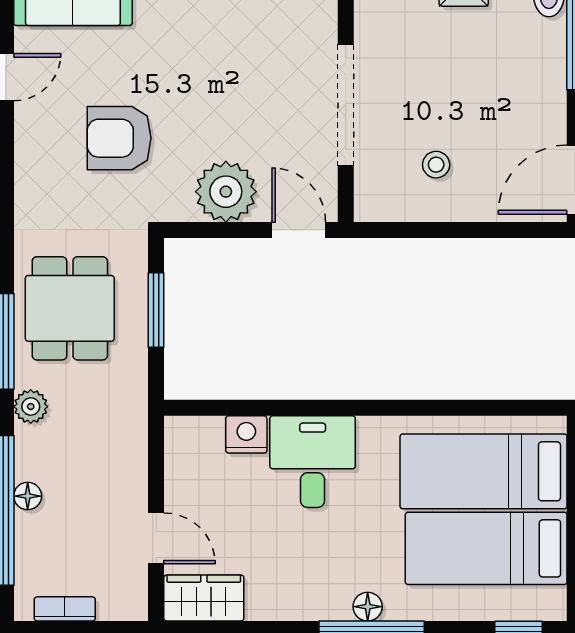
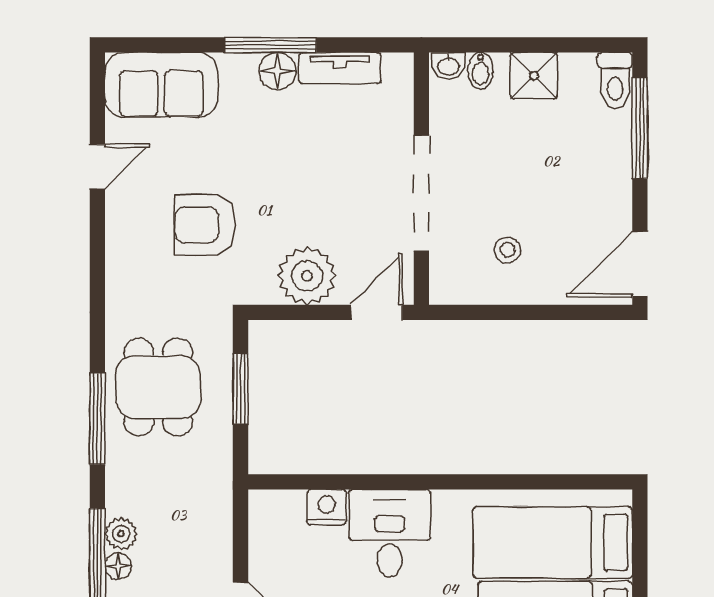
door: (299, 230) -> (377, 312), hinge flipped
plant: (31, 407) -> (121, 534), moved

